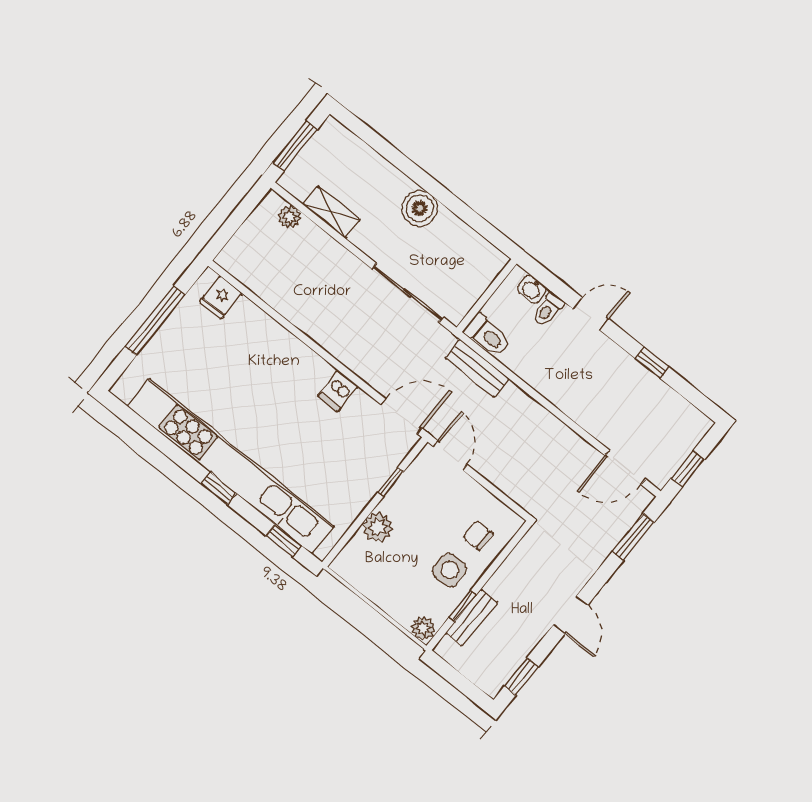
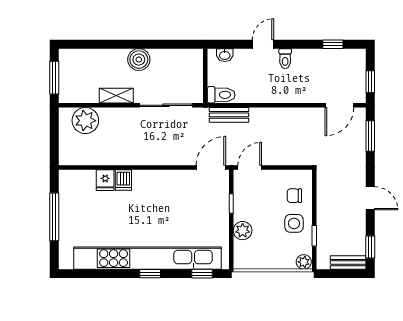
shelving: (332, 212) -> (116, 96), moved
plant: (290, 217) -> (85, 121), width x1.87, depth x1.87
fridge: (221, 297) -> (105, 180), moved
toilet: (548, 309) -> (285, 59), moved
window: (652, 363) -> (333, 44), moved
dishwasher: (338, 391) -> (123, 180), moved
door: (450, 455) -> (250, 168), hinge flipped
bench: (472, 618) -> (348, 263), moved, turned 90

